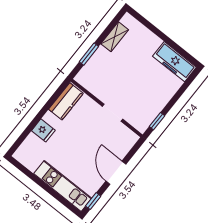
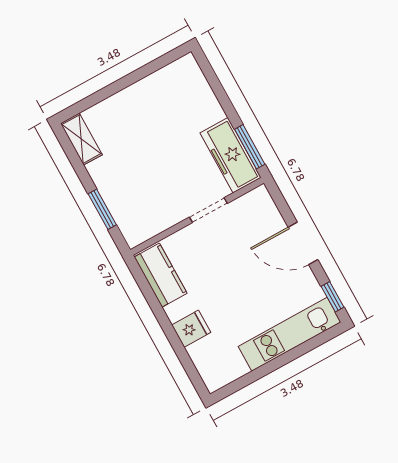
shelving: (115, 37) -> (81, 139), moved
freezer: (174, 62) -> (231, 155), moved, turned 90
window: (157, 121) -> (250, 147), width x1.50

